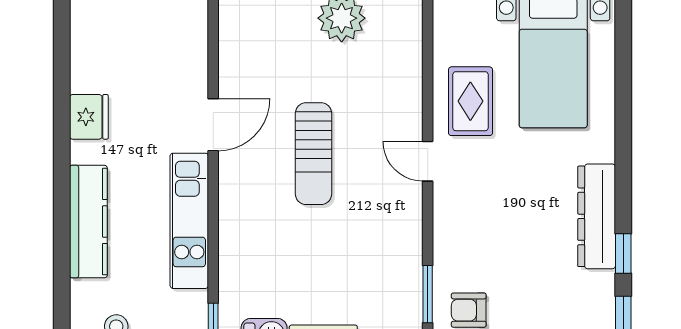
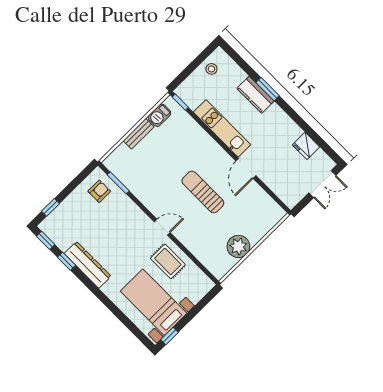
fridge: (89, 117) -> (306, 146), moved
window: (62, 212) -> (268, 89), added
kitchen counter: (88, 222) -> (255, 95), width x0.67

